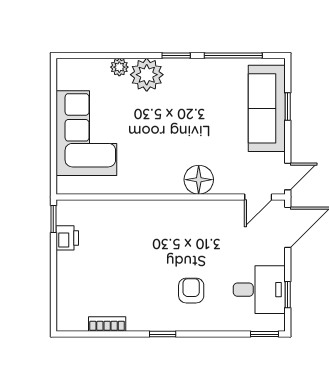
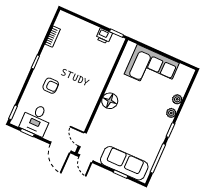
plant: (147, 75) -> (171, 113), width x0.53, depth x0.53
floor lamp: (199, 180) -> (110, 101), moved

